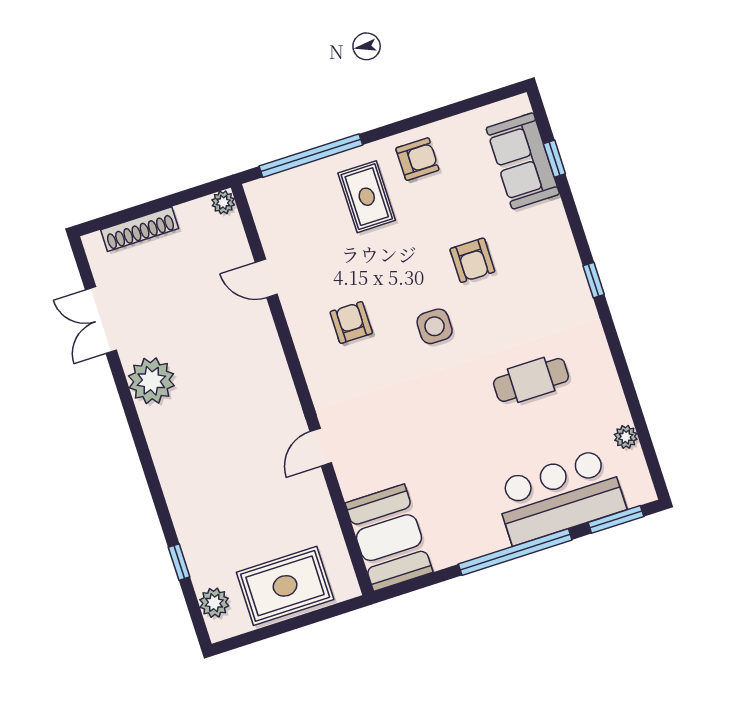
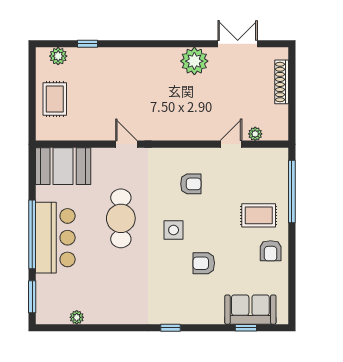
plant: (223, 202) -> (255, 134), moved
cafe table: (531, 380) -> (121, 218), moved, width x1.37, depth x1.35
bar counter: (560, 496) -> (55, 238), moved
rug: (285, 586) -> (55, 99), width x0.73, depth x0.70

